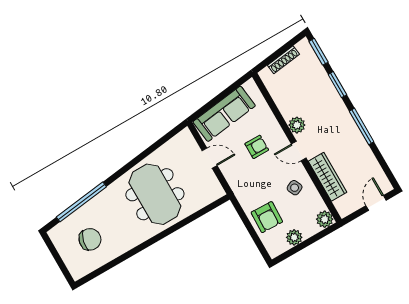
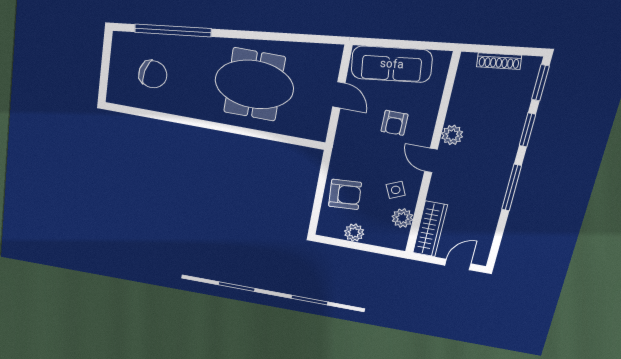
armchair: (257, 147) -> (394, 123), turned 90
wardrobe: (327, 177) -> (430, 229), moved
meeting table: (155, 194) -> (254, 85), turned 90
armchair: (267, 217) -> (345, 194), turned -96
plant: (325, 219) -> (402, 218), moved

